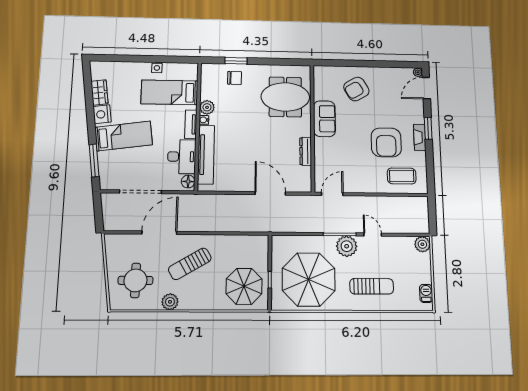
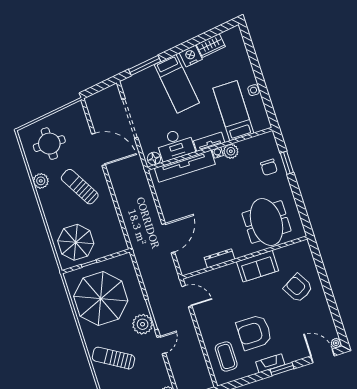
sun lounger: (372, 286) -> (113, 358), turned 121

